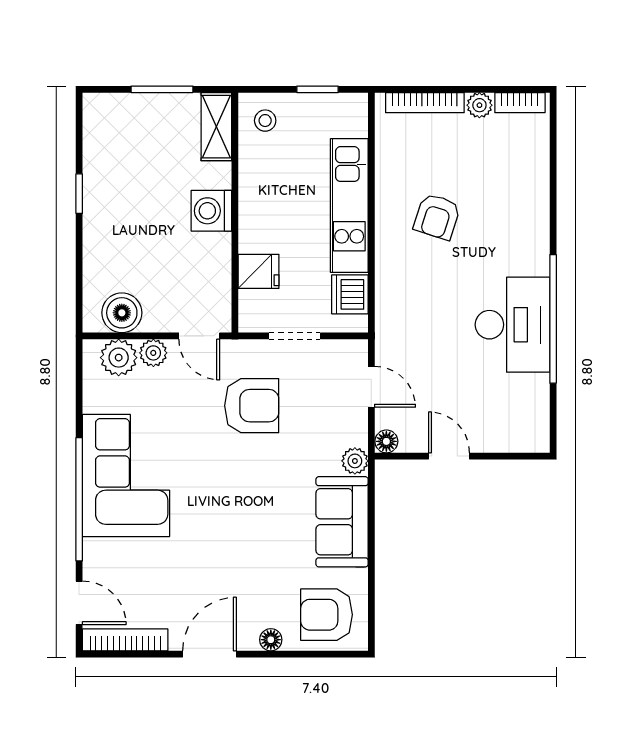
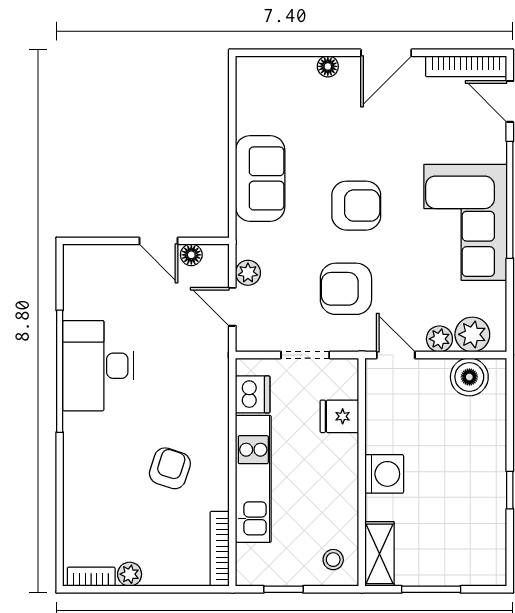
bookcase: (425, 103) -> (220, 549), moved, turned -90
floor lamp: (386, 441) -> (191, 255), moved
plant: (355, 461) -> (248, 273), moved
armchair: (326, 615) -> (356, 206), moved

